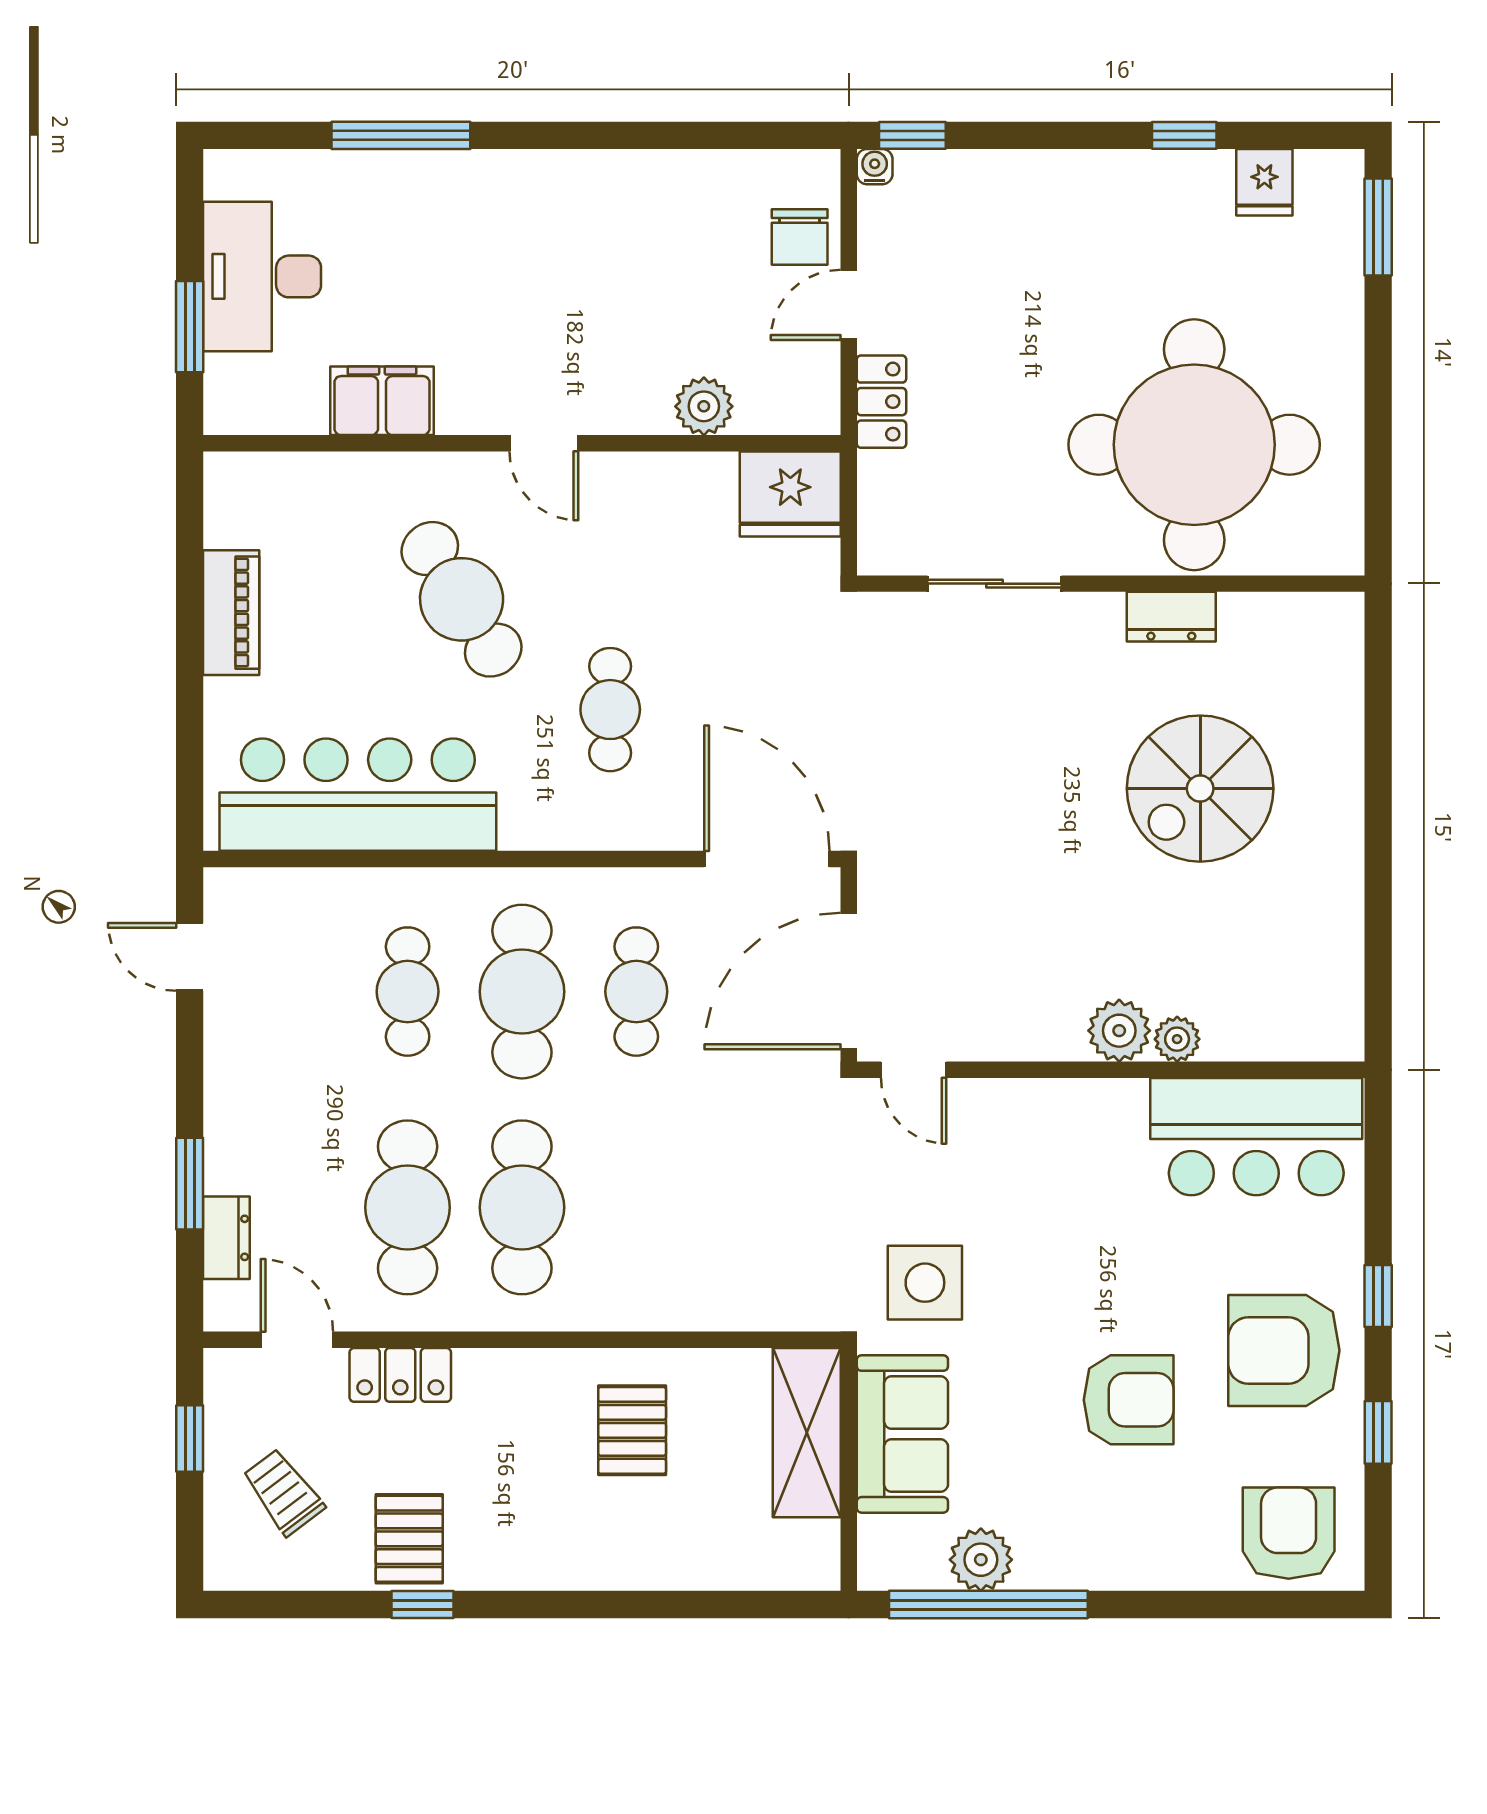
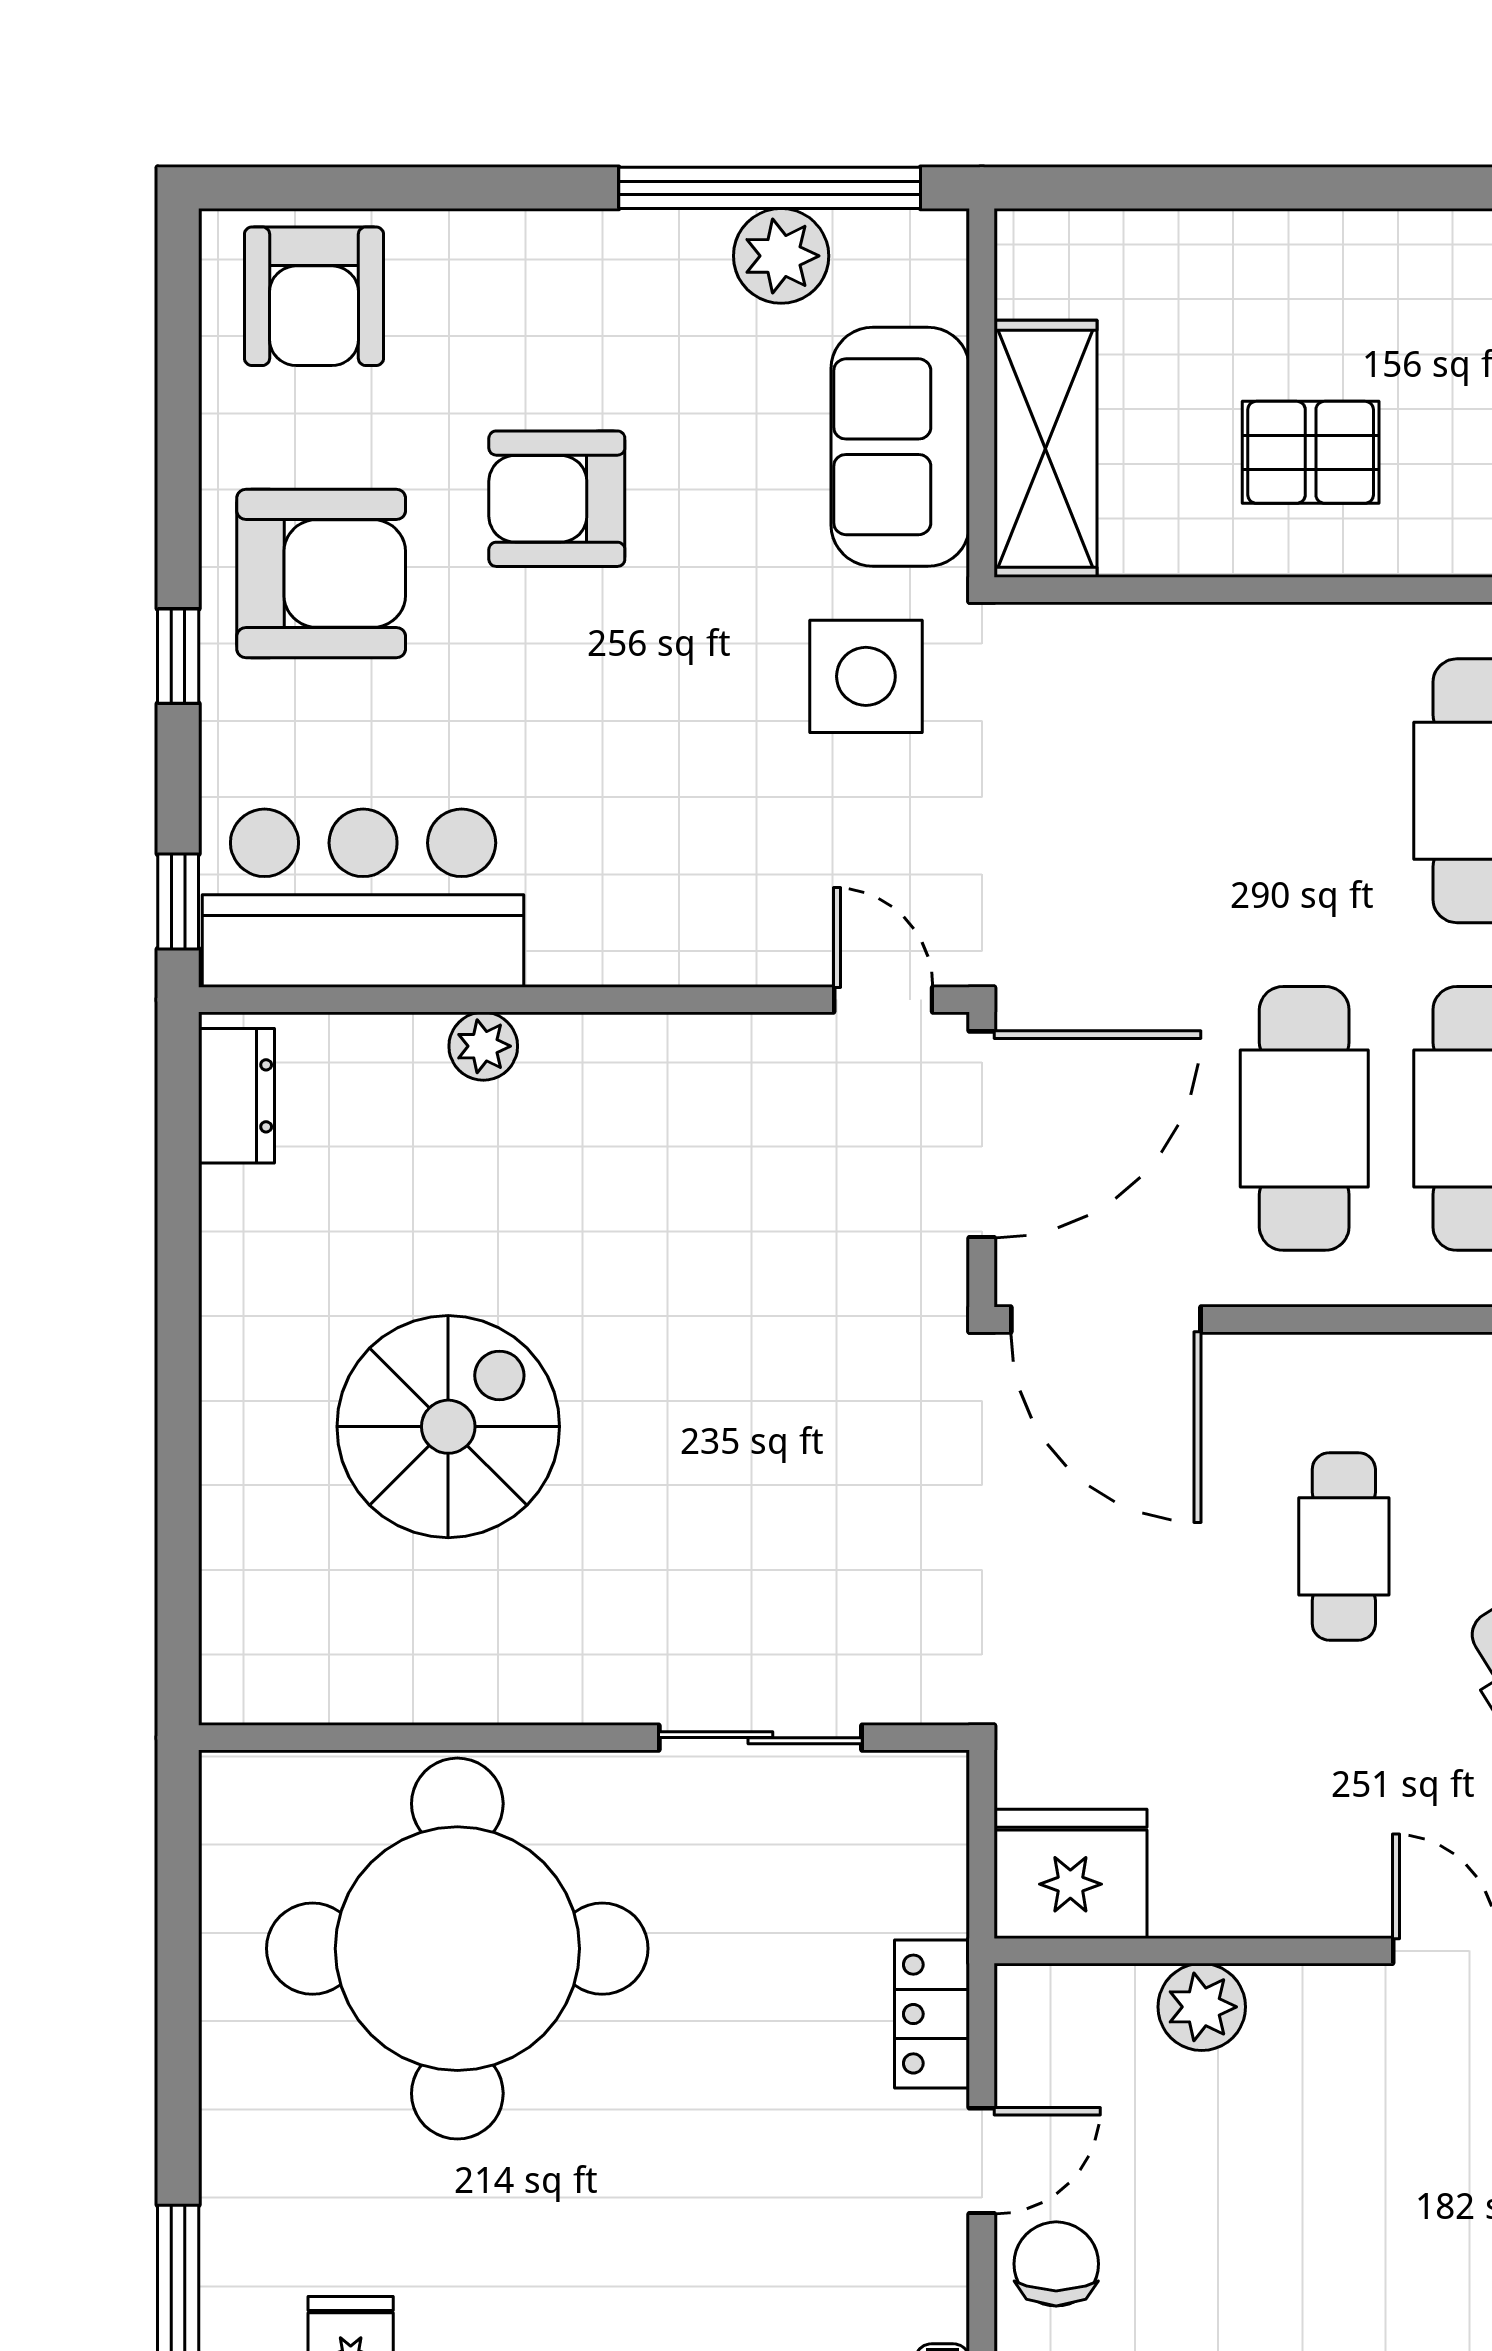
dresser: (1171, 617) -> (237, 1096), moved, turned 90
cafe table: (636, 992) -> (1304, 1118), width x1.37, depth x1.35
plant: (1119, 1031) -> (571, 1059), removed
pallet: (632, 1430) -> (1311, 452), turned 90
window: (1378, 1432) -> (178, 902), moved

